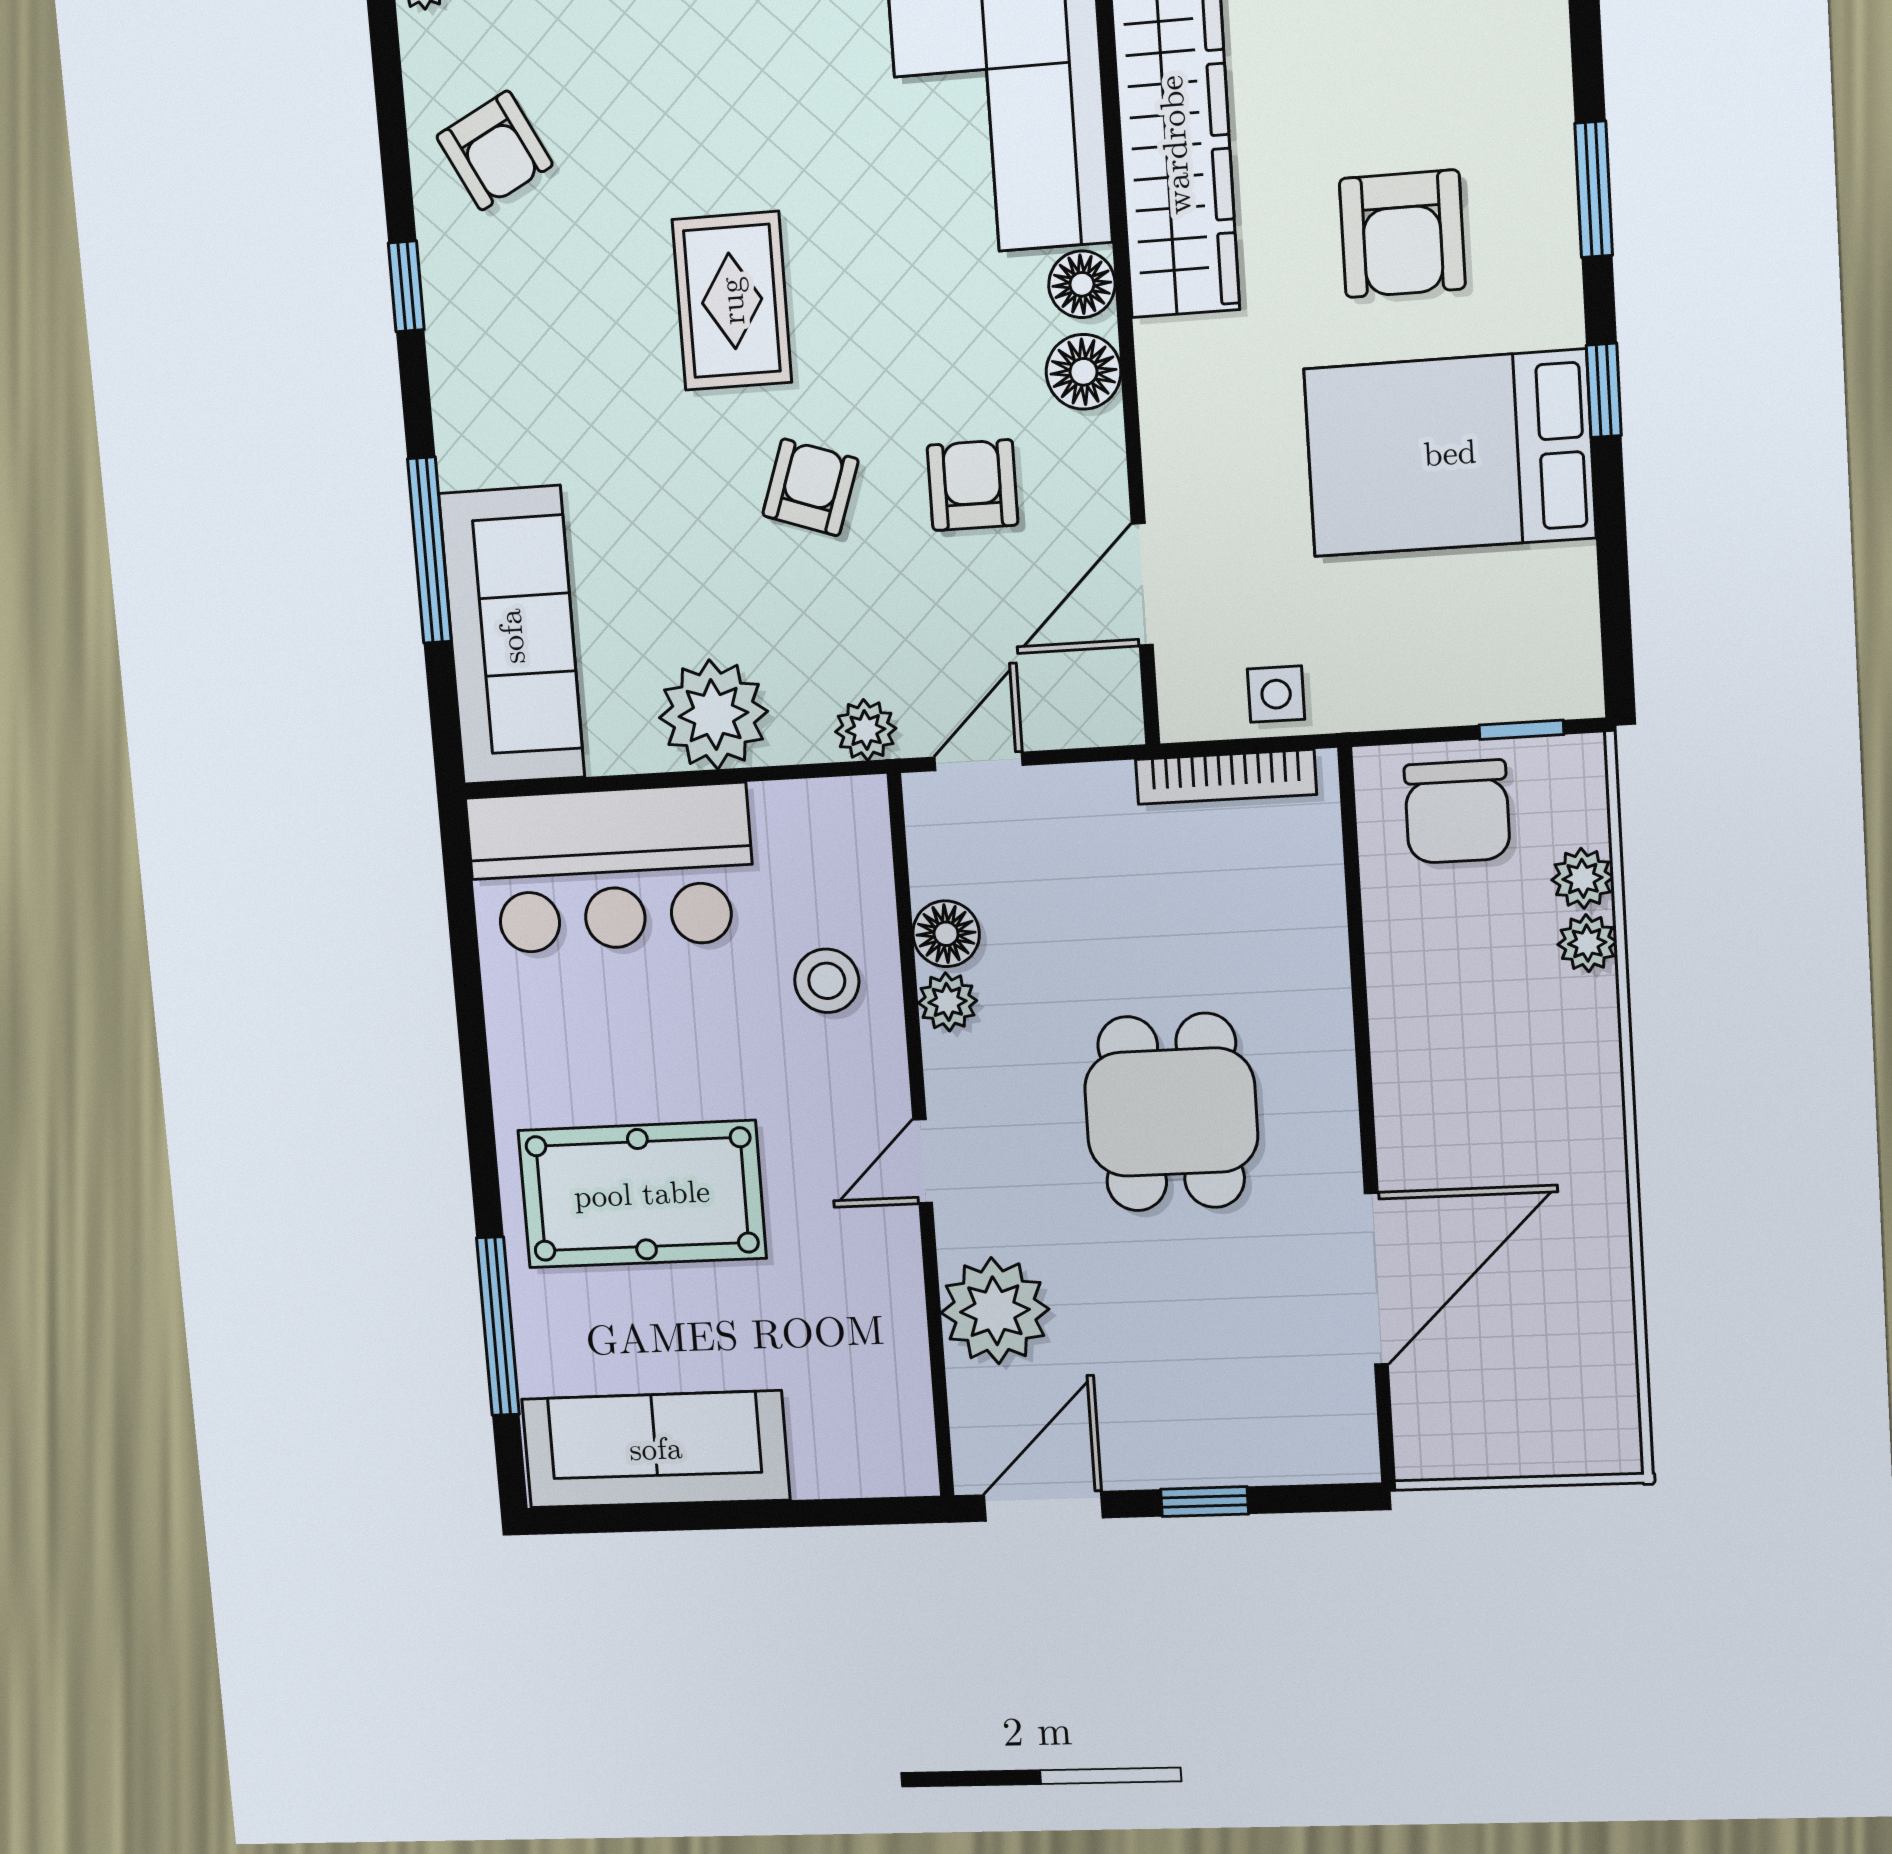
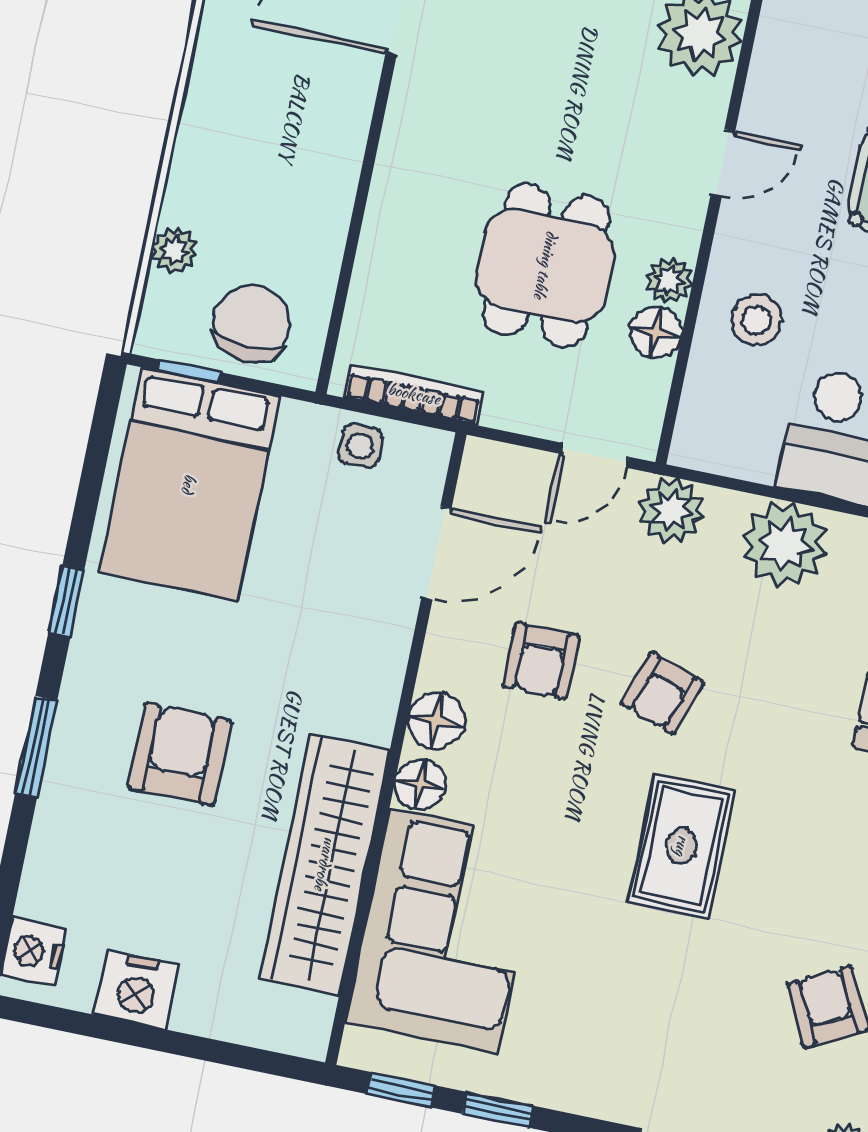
bed: (1450, 453) -> (189, 484), moved, turned 90
plant: (866, 730) -> (671, 510), width x1.38, depth x1.38
plant: (1587, 943) -> (183, 201), removed
dining table: (1171, 1112) -> (546, 265), moved

